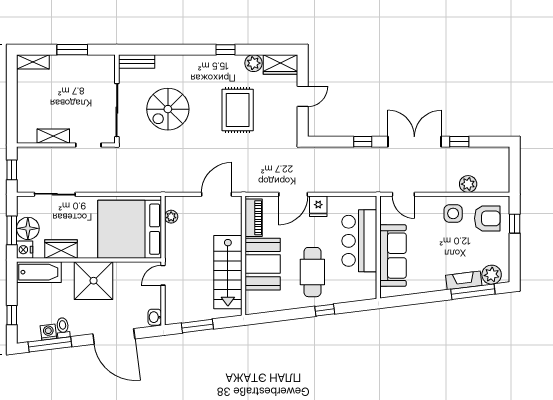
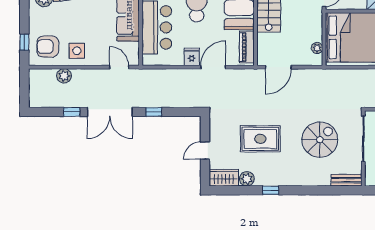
rug: (238, 110) -> (260, 139), turned 90

